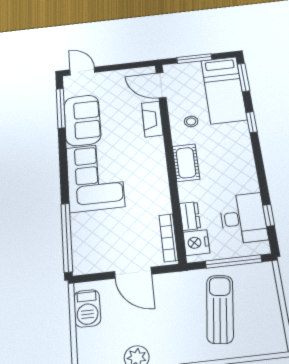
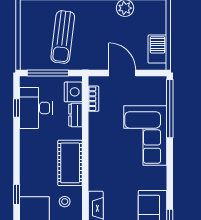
cot: (186, 163) -> (70, 163), width x1.37, depth x1.34
corner sofa: (95, 177) -> (145, 135), moved
bookcase: (168, 238) -> (94, 99), width x0.64

